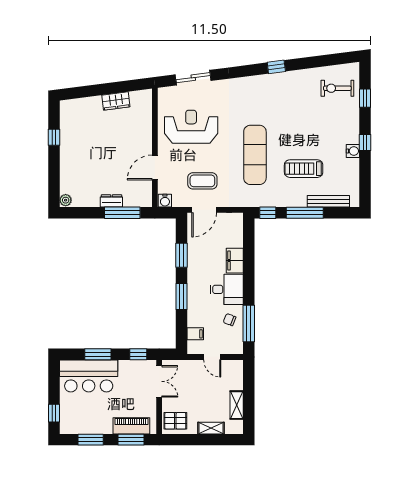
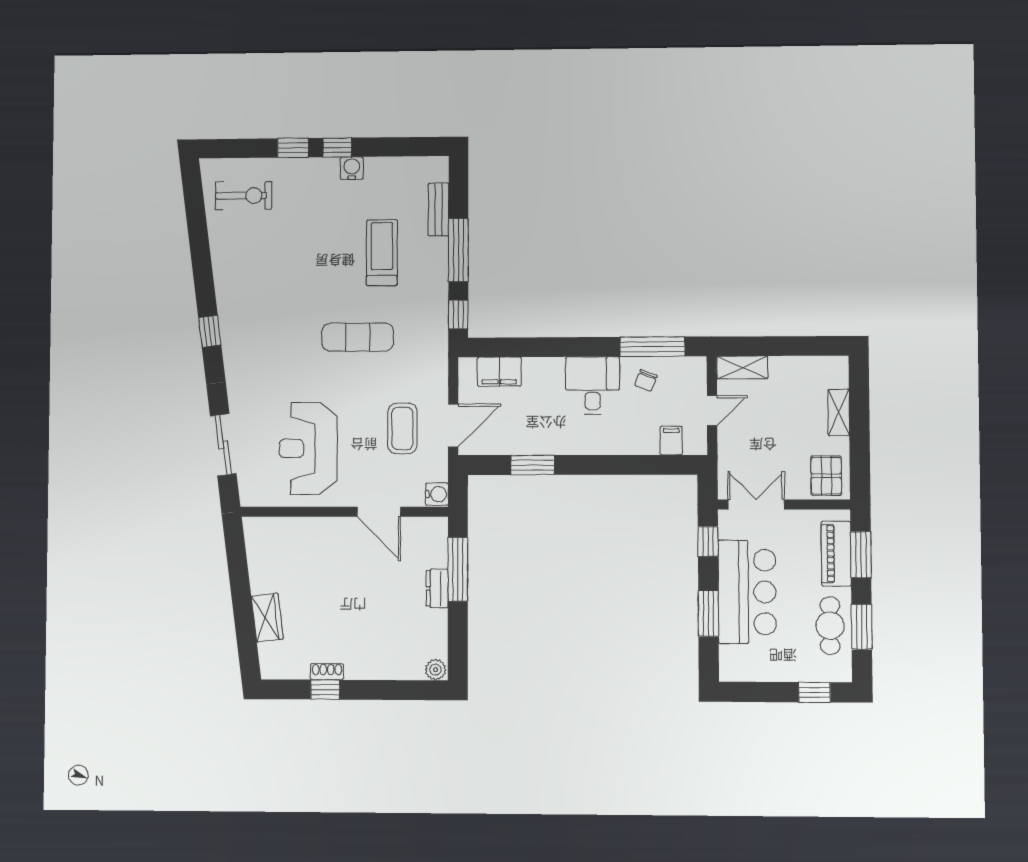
window: (276, 67) -> (210, 331), moved
exercise bike: (337, 88) -> (244, 196), turned -90
window: (365, 98) -> (293, 148), moved
wardrobe: (116, 101) -> (267, 618), moved
shoe rack: (64, 138) -> (327, 672), added
exercise mat: (255, 155) -> (358, 337), width x0.73, depth x0.69
treadmill: (304, 169) -> (382, 253), turned 180
bench: (328, 201) -> (438, 210), width x0.73
door: (204, 210) -> (453, 426), hinge flipped
filing cabinet: (235, 261) -> (499, 372), moved
window: (181, 297) -> (605, 465), removed
bar counter: (89, 376) -> (747, 592), moved
shelving: (237, 405) -> (742, 367), moved
cafe table: (91, 422) -> (830, 626), added

